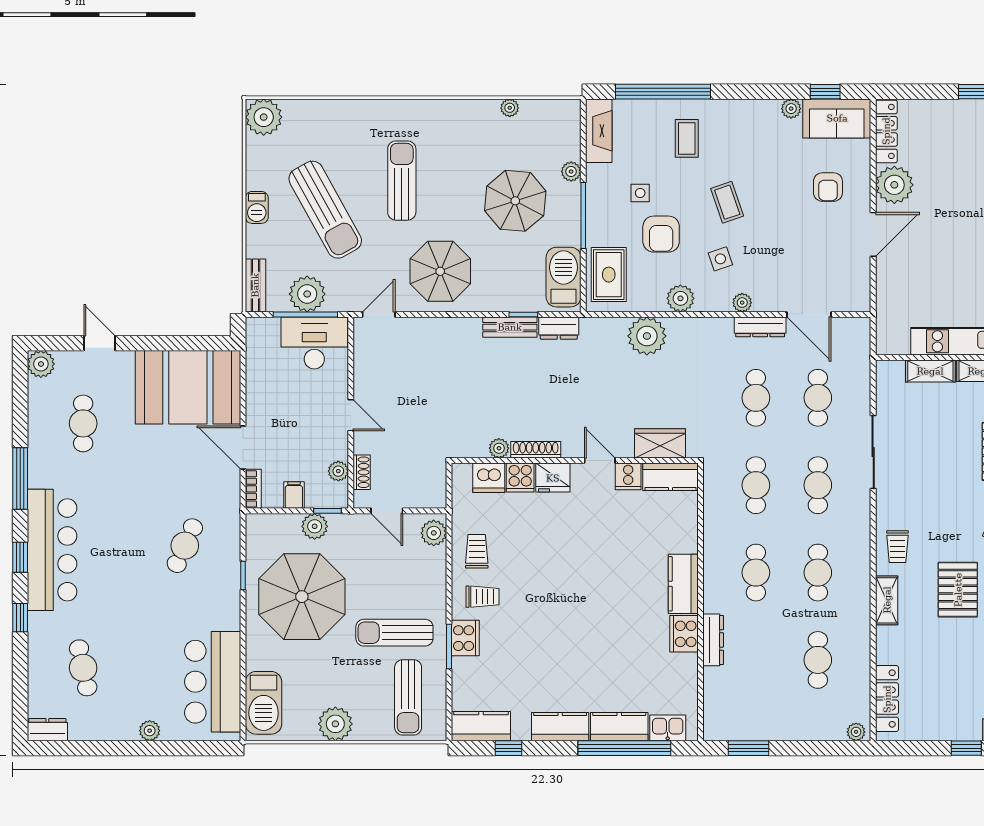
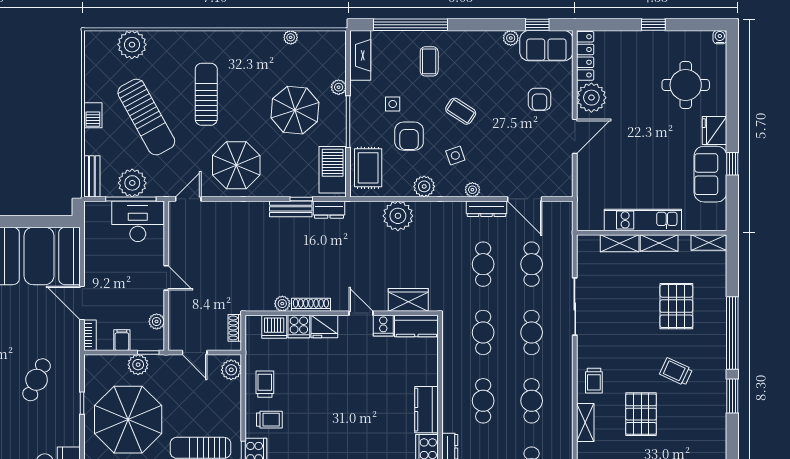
plant: (264, 117) -> (132, 45), moved
coffee table: (727, 202) -> (461, 111), turned -38
shoe rack: (362, 472) -> (235, 328), moved, turned 180

